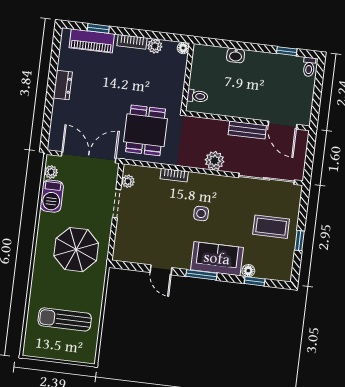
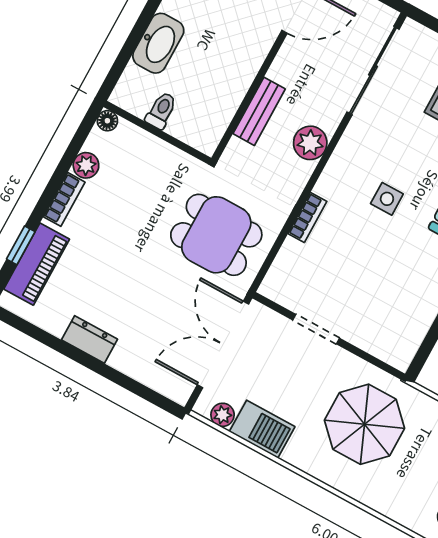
washbasin: (236, 55) -> (158, 43), width x1.91, depth x1.45
toilet: (197, 96) -> (161, 111), moved
bench: (247, 130) -> (259, 111), moved
plant: (128, 181) -> (287, 296), removed

